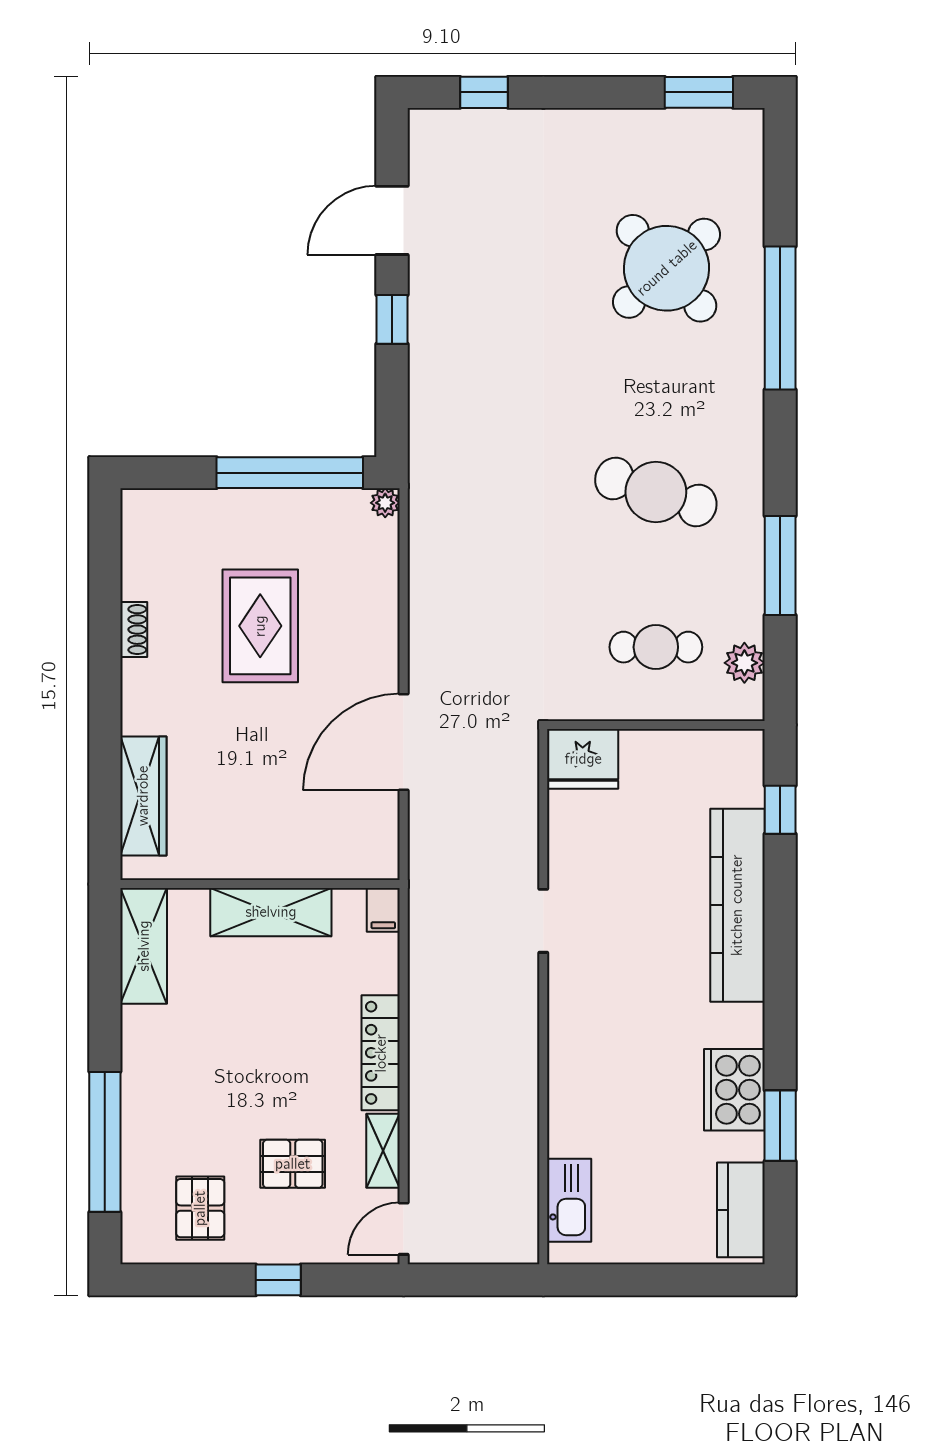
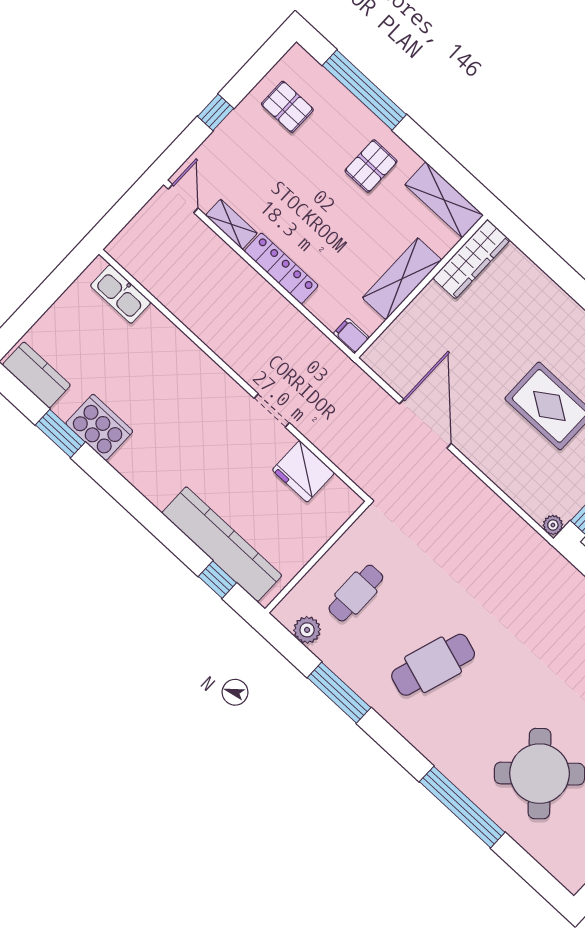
fridge: (583, 759) -> (303, 471), moved, turned -90
wardrobe: (143, 796) -> (471, 259), moved, turned -90
kitchen counter: (737, 905) -> (222, 544), moved
pallet: (293, 1164) -> (371, 166), moved

